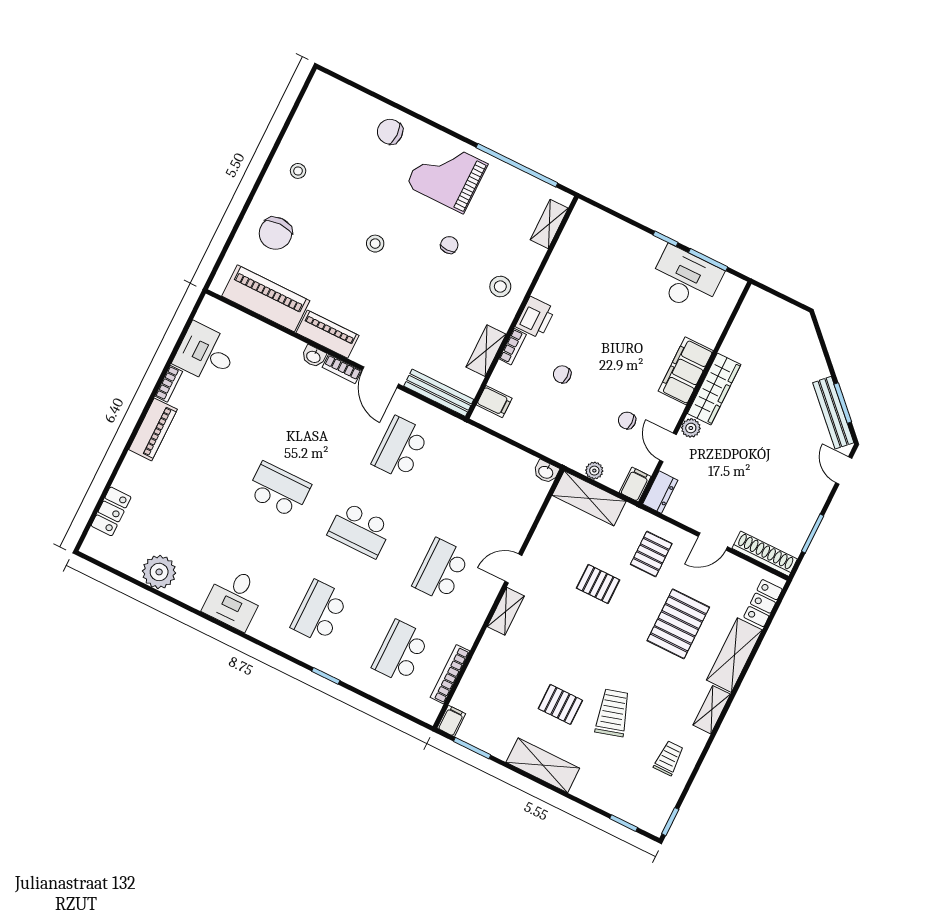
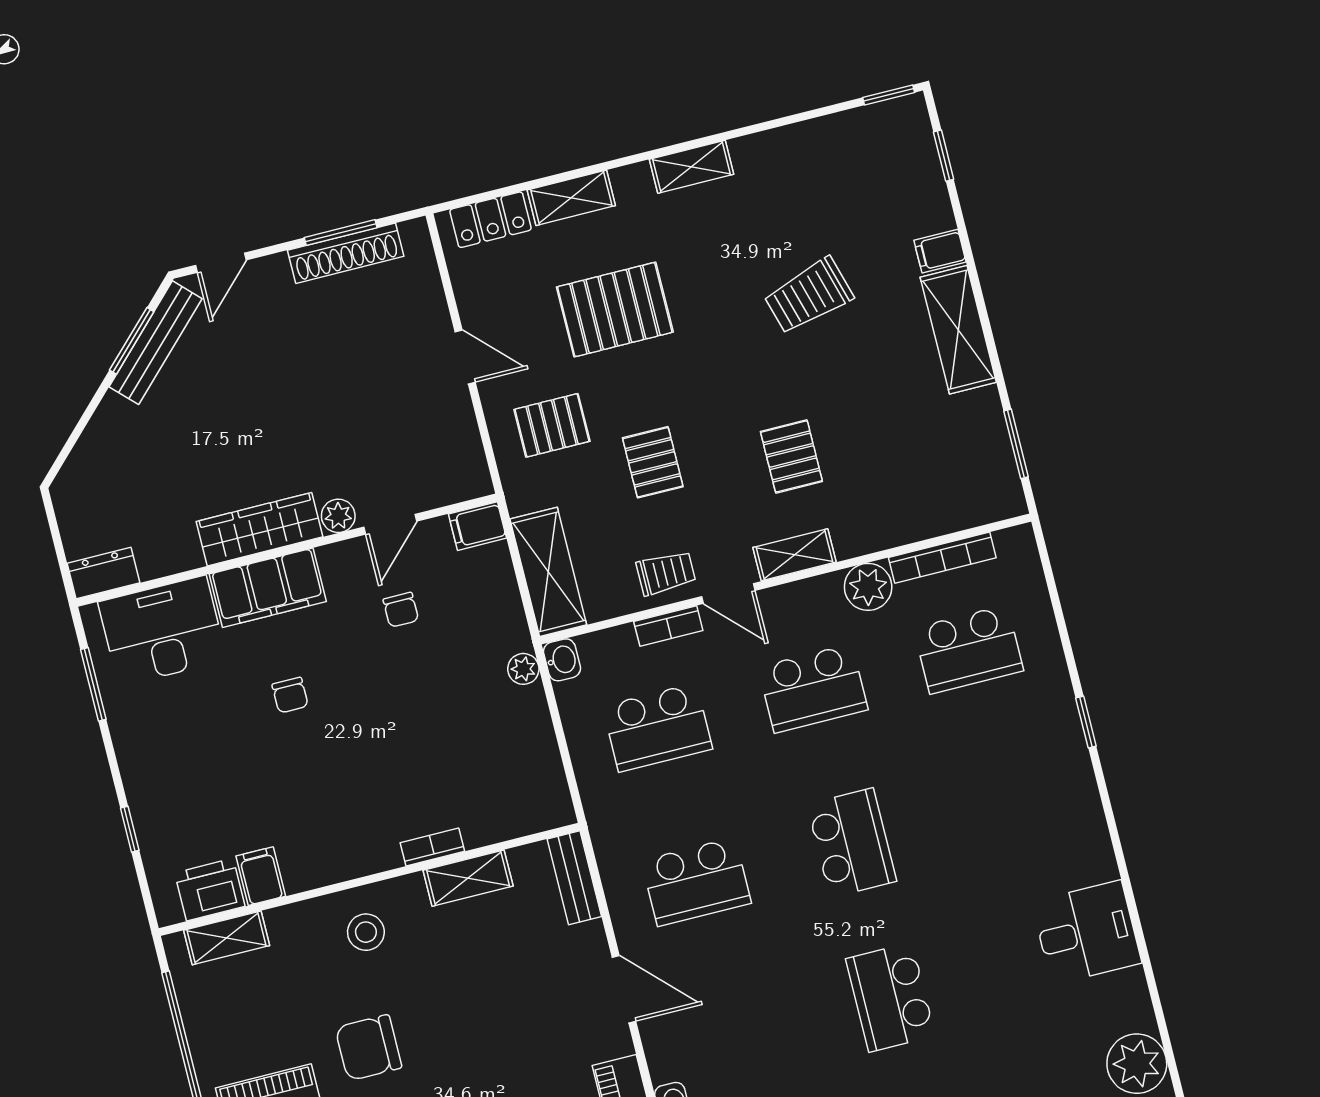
window: (665, 239) -> (130, 829), moved
chair: (449, 245) -> (368, 1048), width x1.87, depth x1.87
desk: (686, 279) -> (162, 631), moved, turned 90
printer: (535, 317) -> (210, 890), moved
bookcase: (342, 369) -> (668, 626), moved, turned 90
chair: (562, 374) -> (290, 695), moved
door: (380, 377) -> (624, 989), hinge flipped
bench: (439, 393) -> (574, 878), width x0.73
filing cabinet: (494, 402) -> (261, 876), moved
plant: (594, 471) -> (523, 669), moved
dresser: (660, 492) -> (103, 573), moved
shoe rack: (765, 554) -> (346, 253), moved, turned -90
school desk: (319, 612) -> (657, 728), moved
plant: (465, 631) -> (868, 587), added
shelving: (734, 655) -> (571, 198), width x0.67, depth x0.75
pallet: (560, 704) -> (791, 456), moved
filing cabinet: (451, 721) -> (940, 251), moved
trolley: (669, 758) -> (666, 573), moved, turned 180

